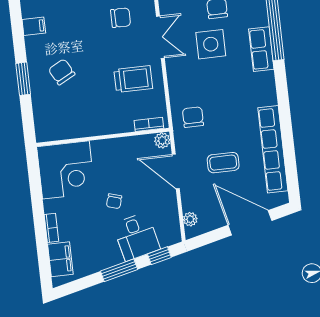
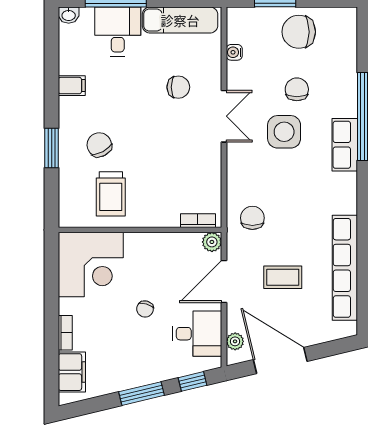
trolley: (133, 79) -> (111, 194), moved, turned 90
door: (176, 172) -> (224, 282), hinge flipped
door: (250, 223) -> (280, 360), moved
desk: (136, 237) -> (197, 334), moved, turned -77

